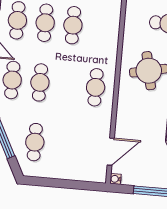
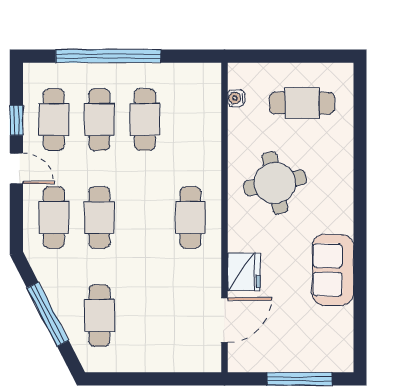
fridge: (125, 123) -> (244, 272), added
water cooler: (115, 179) -> (236, 98), moved

